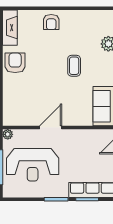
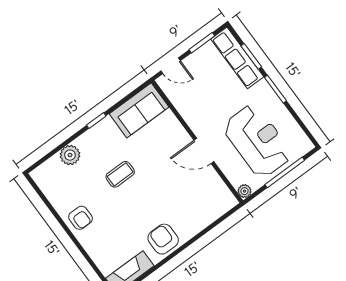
armchair: (51, 22) -> (81, 218), moved, turned 90
armchair: (15, 63) -> (163, 239), turned 90

